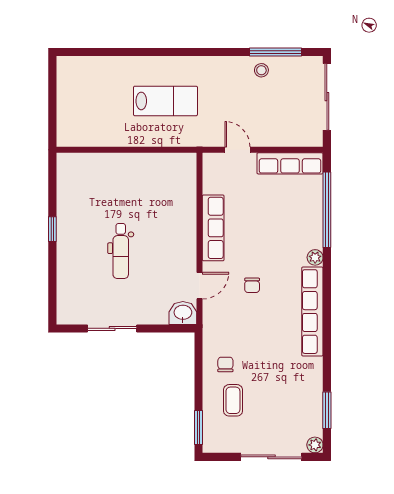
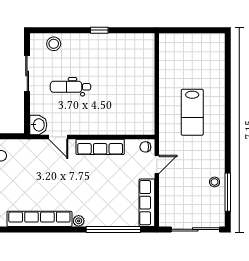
dental chair: (121, 251) -> (70, 87), moved
chair: (252, 285) -> (145, 147), moved
stool: (71, 292) -> (54, 44), added

